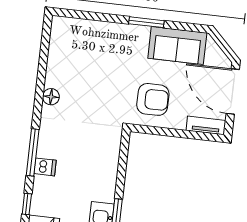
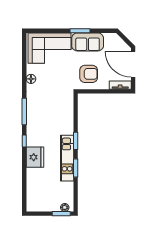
corner sofa: (90, 46) -> (50, 48), added
sofa: (177, 46) -> (88, 42), moved
dishwasher: (45, 167) -> (32, 119), removed

